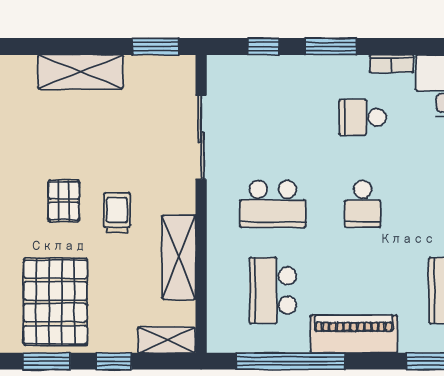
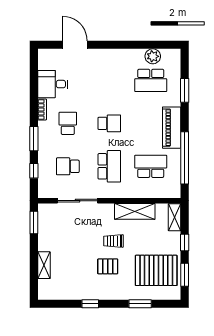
shelving: (80, 72) -> (44, 265), width x0.67, depth x0.75
school desk: (273, 117) -> (68, 166), added
school desk: (363, 117) -> (68, 123), turned 180
school desk: (273, 290) -> (151, 166), turned 180

